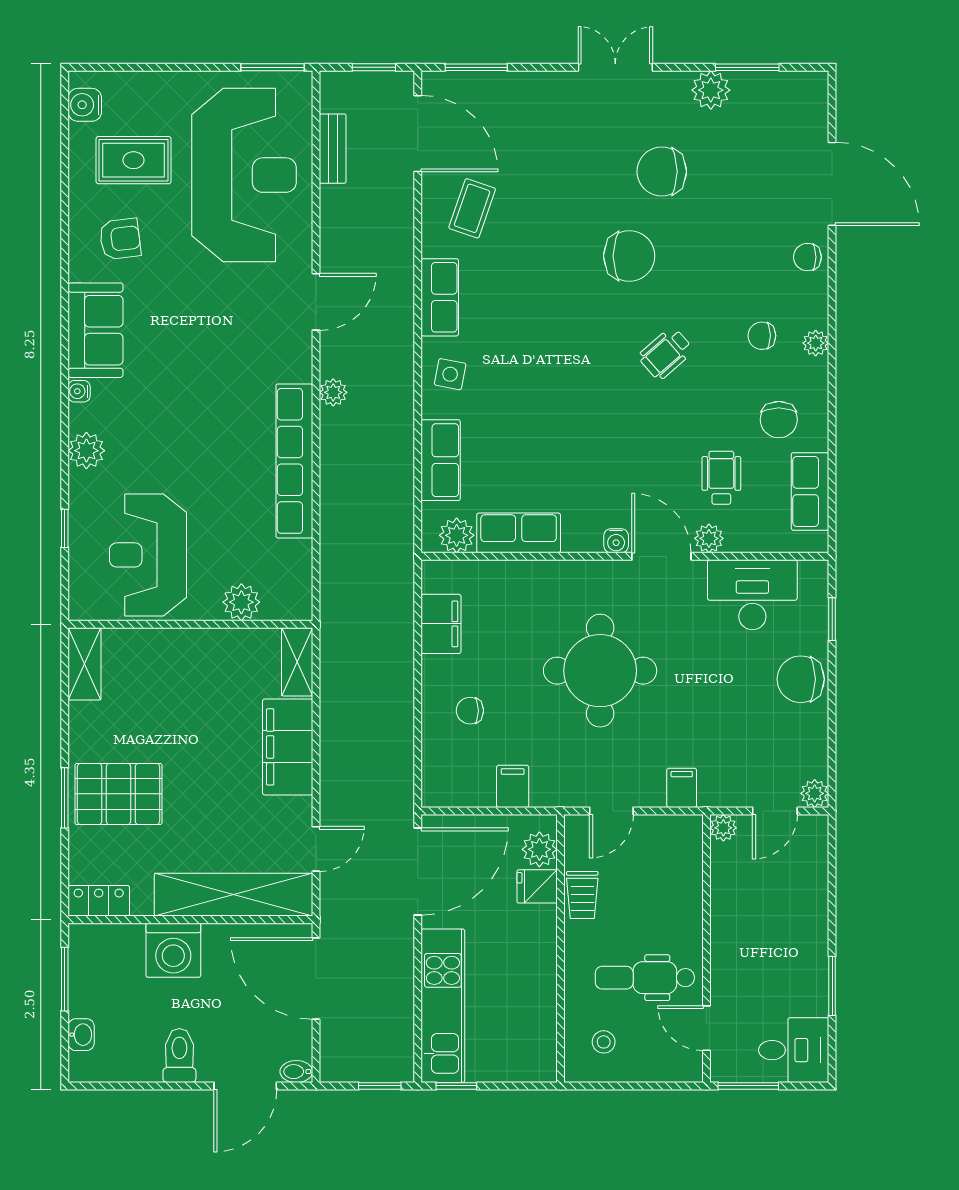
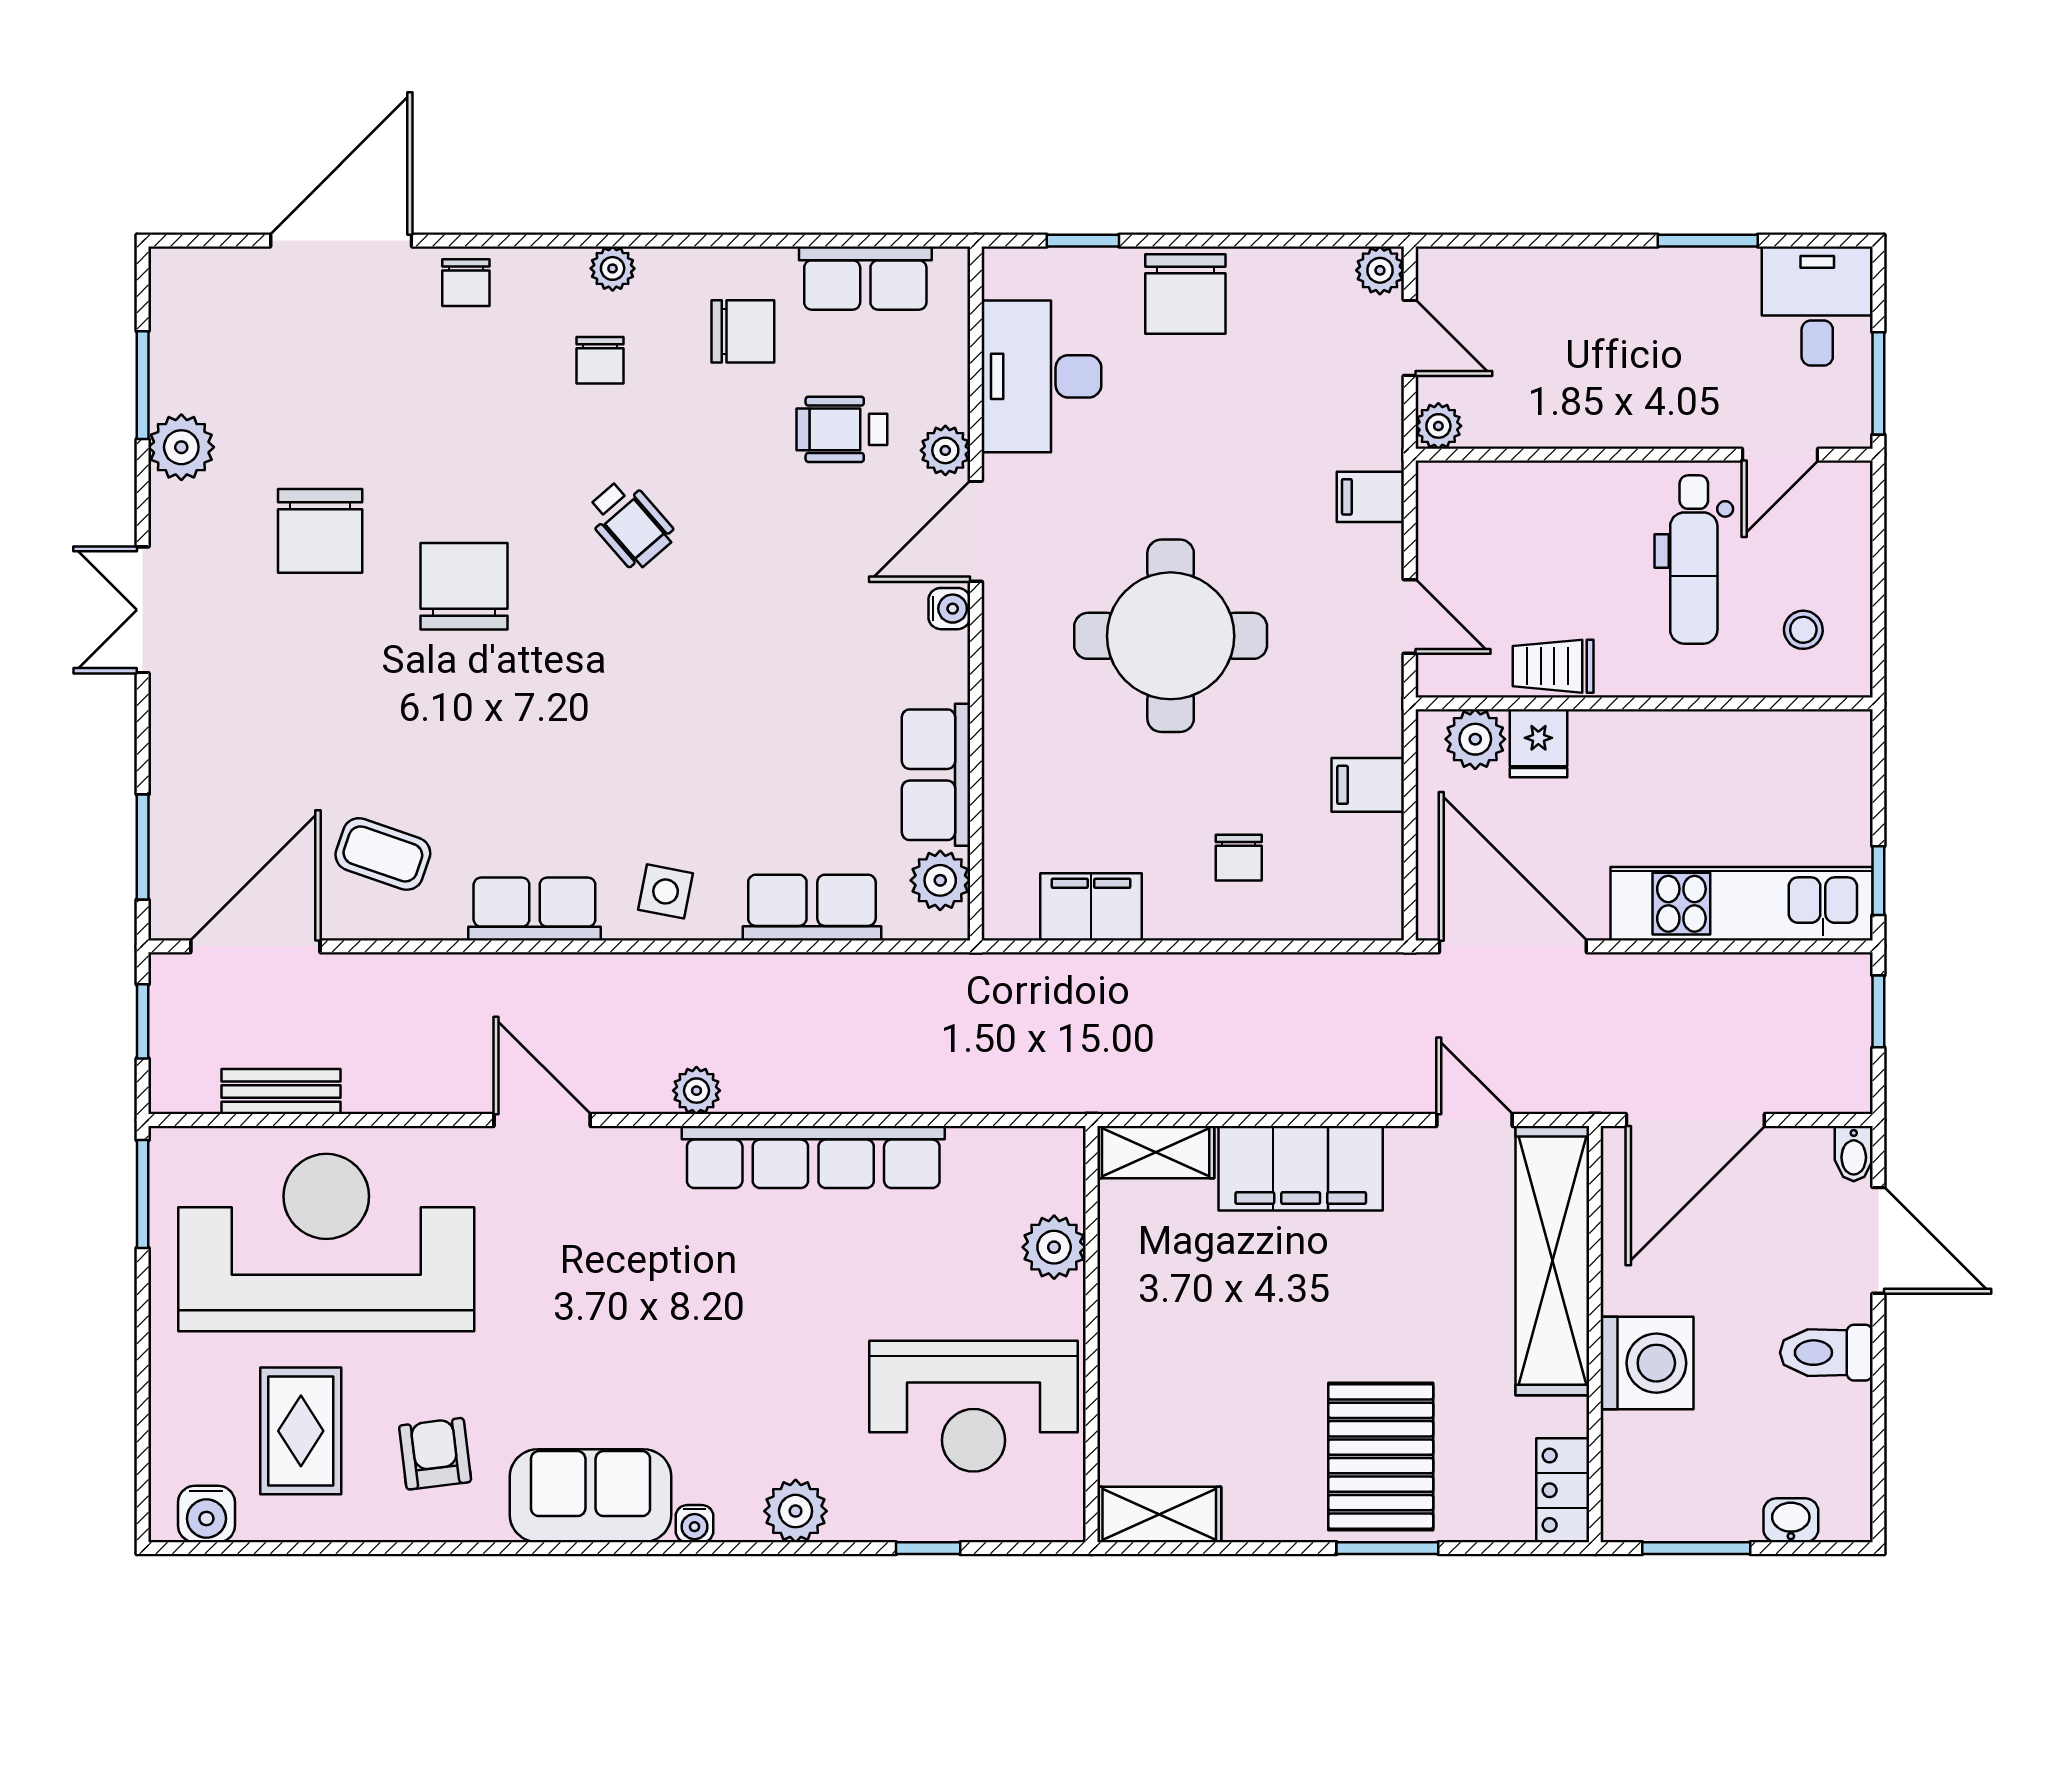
trolley: (582, 895) -> (1553, 666), turned 180

